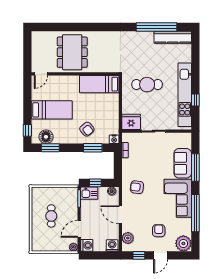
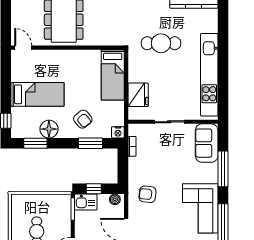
door: (41, 74) -> (23, 48), swing flipped
bed: (99, 84) -> (113, 75), moved, turned -90
cafe table: (147, 85) -> (161, 43), moved
window: (195, 100) -> (223, 81), removed
fridge: (131, 122) -> (138, 95), moved, turned 90
floor lamp: (46, 137) -> (49, 129), moved
sofa: (183, 163) -> (207, 143), moved

